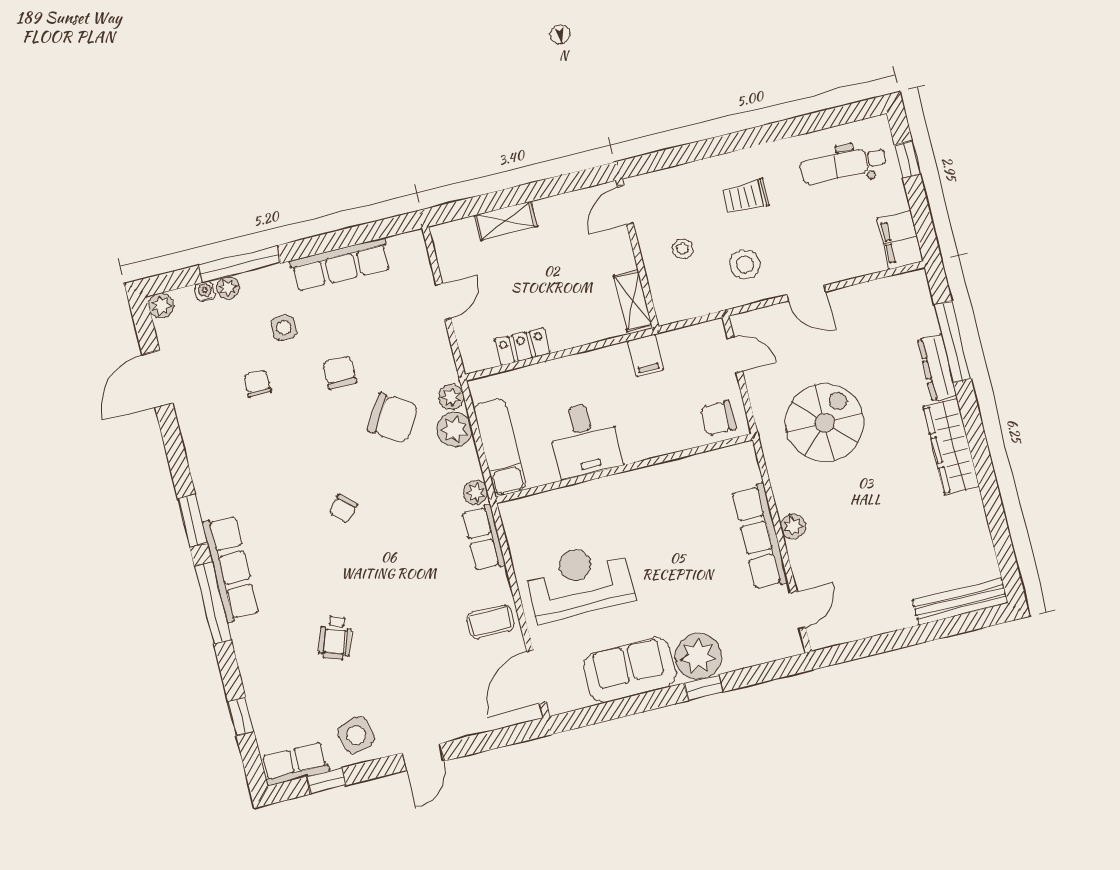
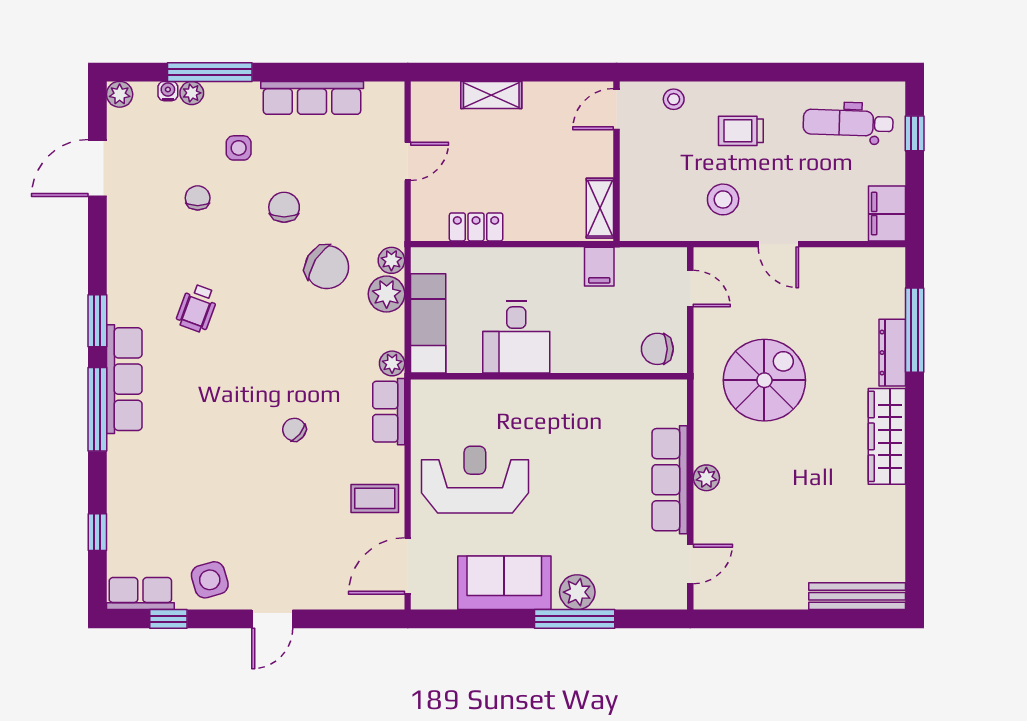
stool: (683, 249) -> (674, 99), moved
chair: (343, 508) -> (294, 430), moved, turned 87
wheelchair: (335, 638) -> (197, 308), moved
plant: (698, 656) -> (577, 592), width x0.73, depth x0.73
window: (704, 688) -> (575, 619), width x2.17

